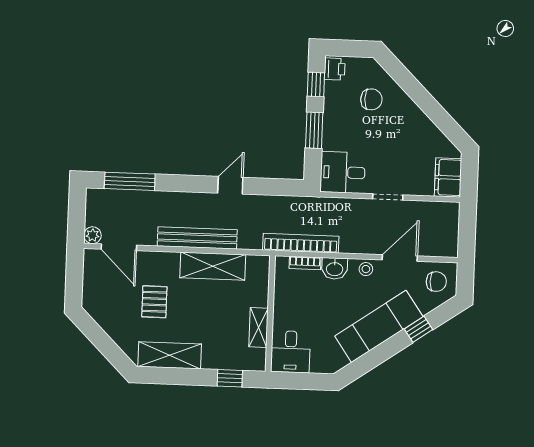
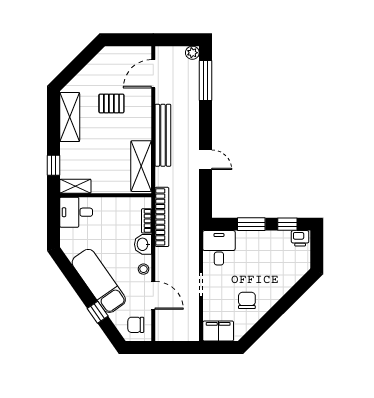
chair: (371, 99) -> (247, 300), moved, turned 180
plant: (93, 235) -> (192, 53), moved
shelving: (213, 266) -> (141, 166), moved
chair: (436, 282) -> (136, 325), turned 90
shelving: (259, 327) -> (75, 186), moved

